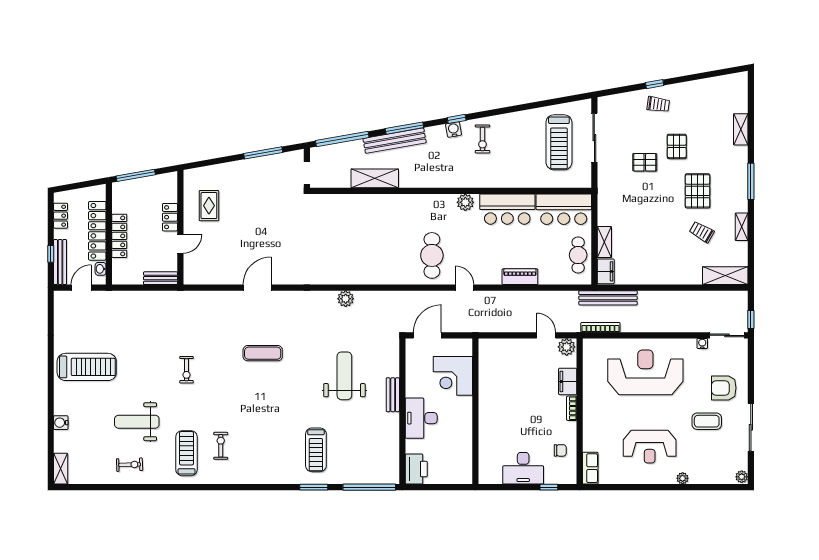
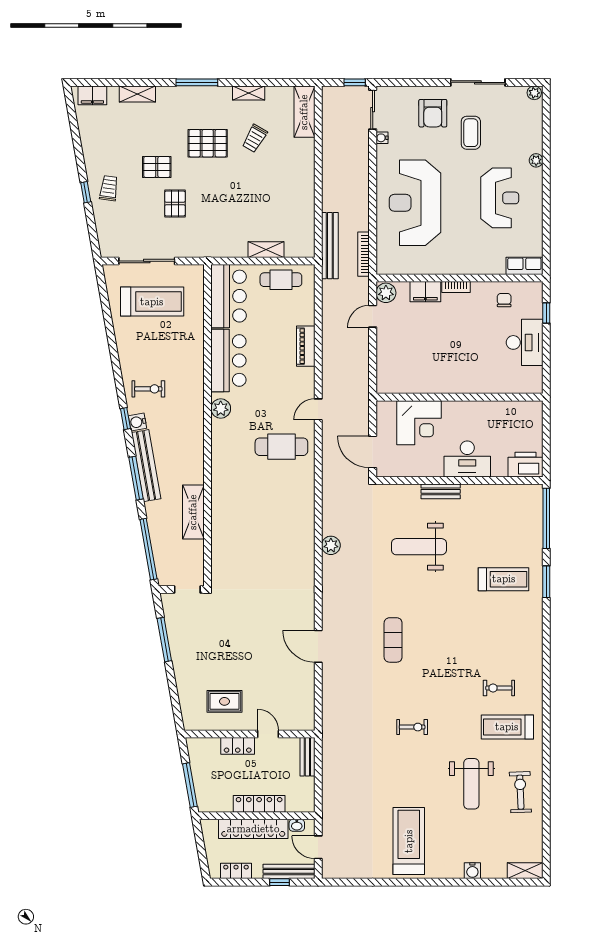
bench: (395, 141) -> (146, 466), moved
filing cabinet: (606, 271) -> (92, 95), moved, turned 180
exercise bike: (130, 465) -> (520, 792), width x1.38, depth x1.39

